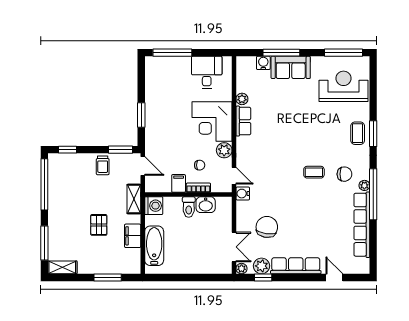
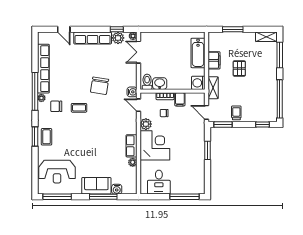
toilet: (189, 207) -> (147, 82), moved
chair: (267, 227) -> (100, 86), moved

